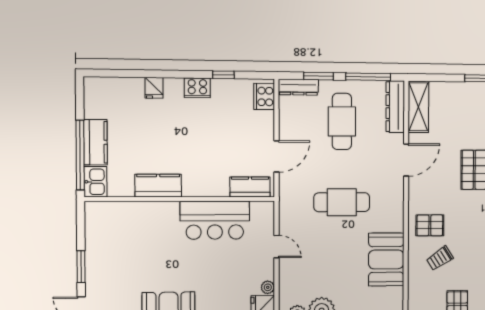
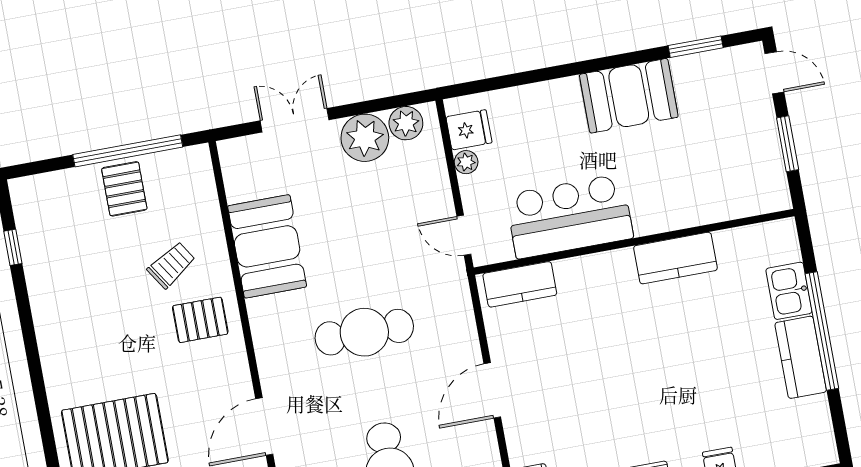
kitchen counter: (158, 186) -> (675, 258), moved
kitchen counter: (250, 187) -> (520, 284), moved
wall: (180, 199) -> (634, 242), moved
bar counter: (215, 220) -> (569, 216), moved

